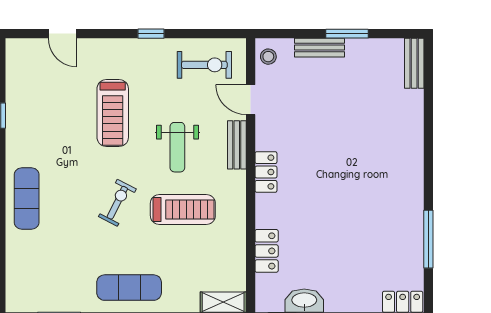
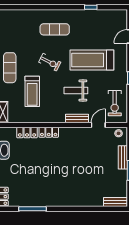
treadmill: (113, 113) -> (92, 60), width x1.37, depth x1.38
locker: (266, 172) -> (49, 132), moved
exercise mat: (27, 198) -> (55, 29), moved
treadmill: (183, 209) -> (32, 91), moved

